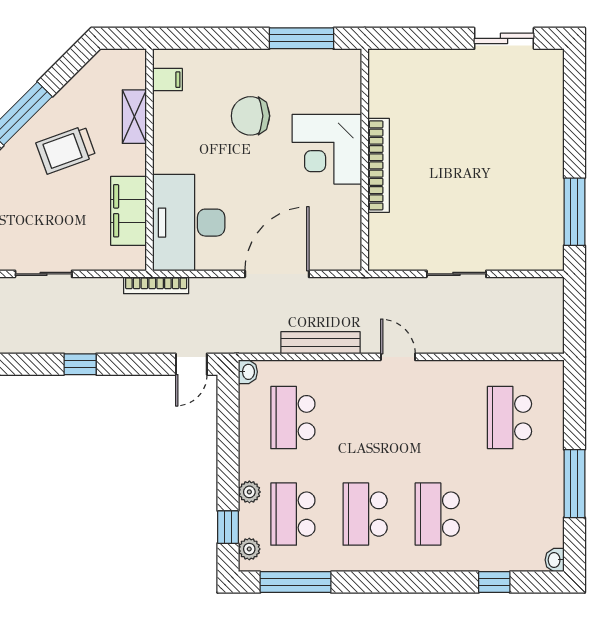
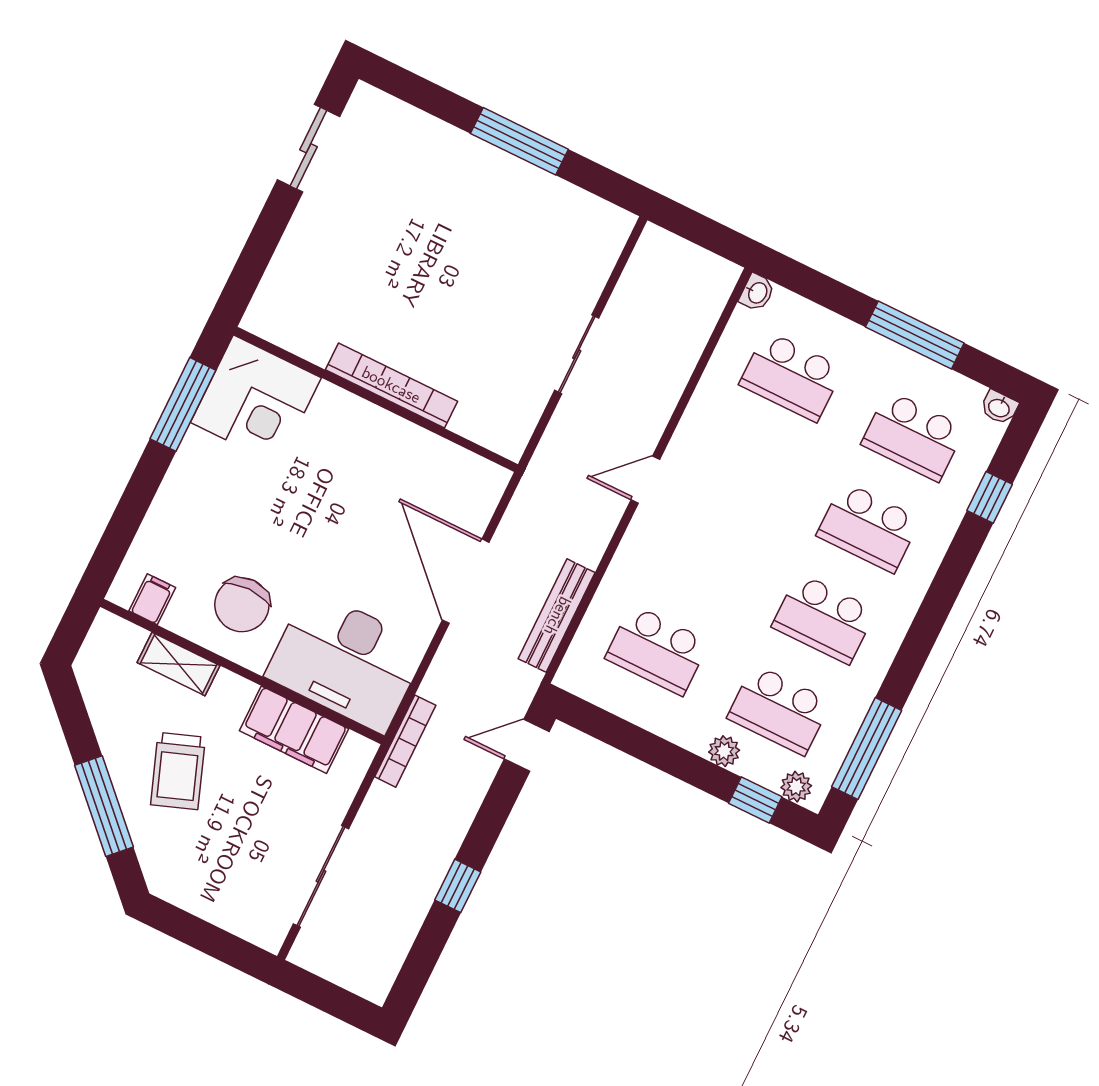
chair: (250, 116) -> (242, 605), moved
corner desk: (327, 149) -> (256, 400), moved
window: (574, 212) -> (519, 141), moved
sliding door: (44, 274) -> (321, 876), width x1.37
bench: (320, 343) -> (557, 616), moved
door: (191, 364) -> (527, 745), swing flipped
washbasin: (248, 372) -> (757, 293), moved, turned 90
school desk: (509, 514) -> (913, 436), added

